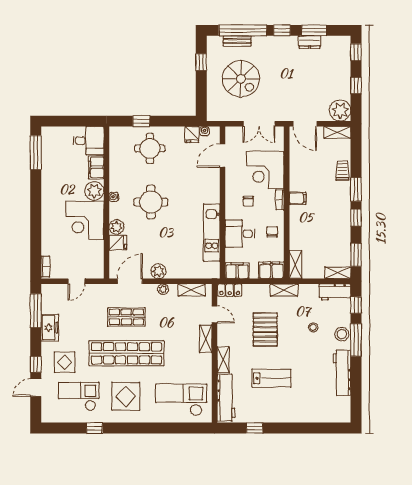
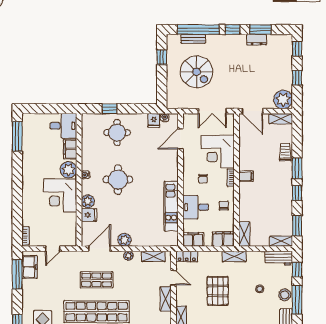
freezer: (50, 328) -> (30, 267), moved

